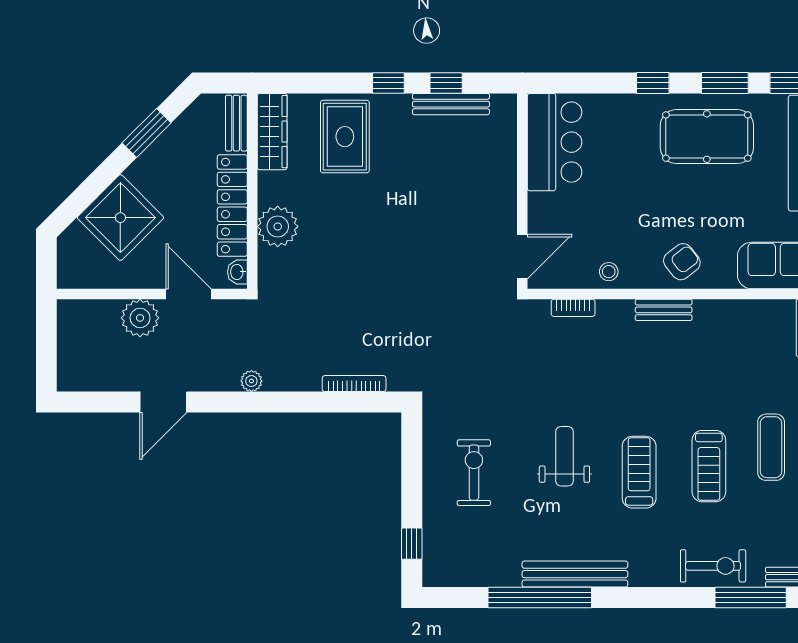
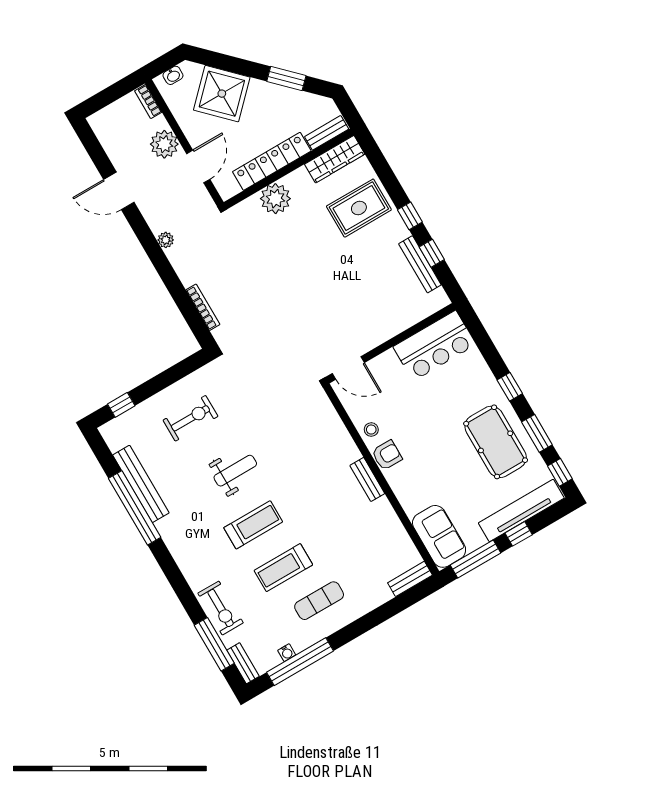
armchair: (682, 262) -> (387, 455), moved, turned -52
washbasin: (237, 272) -> (173, 75), moved, turned 180
bookcase: (573, 308) -> (148, 101), moved
bench: (575, 574) -> (141, 484), moved

